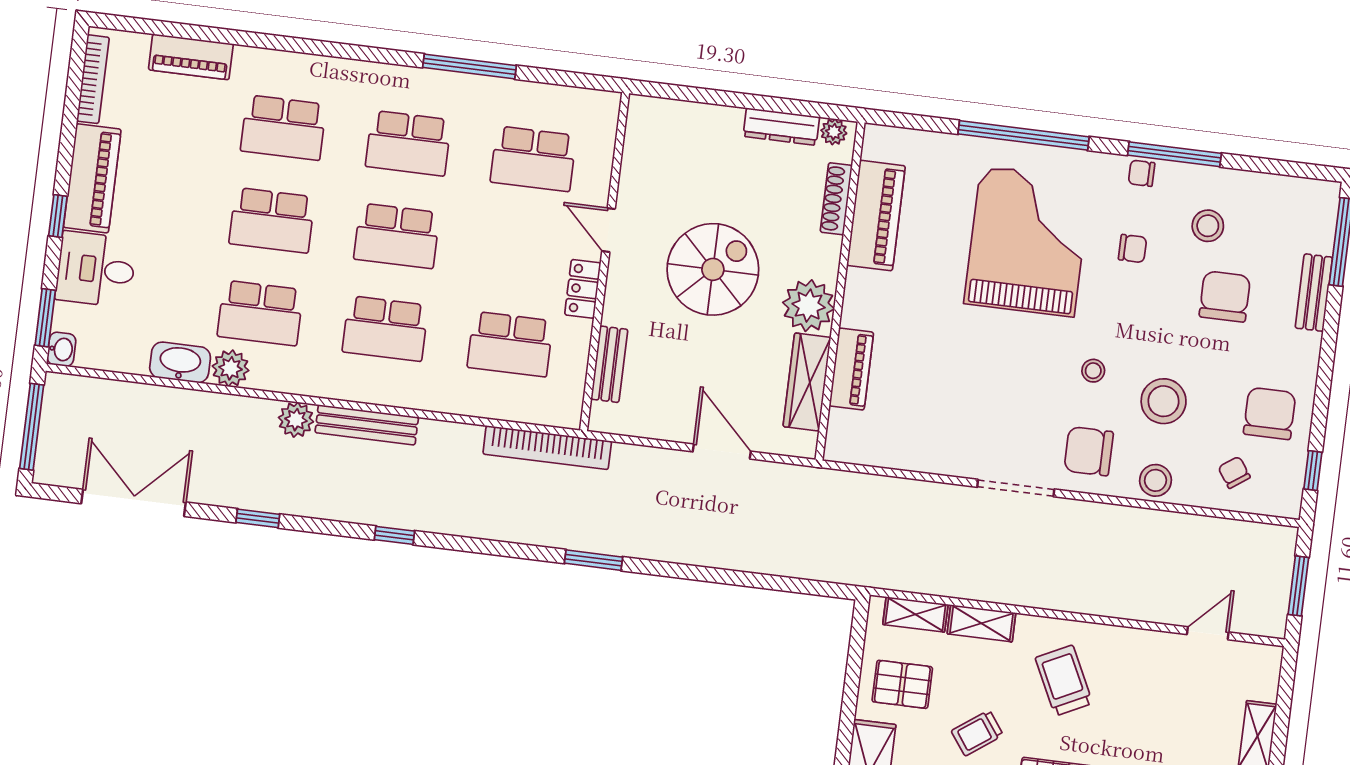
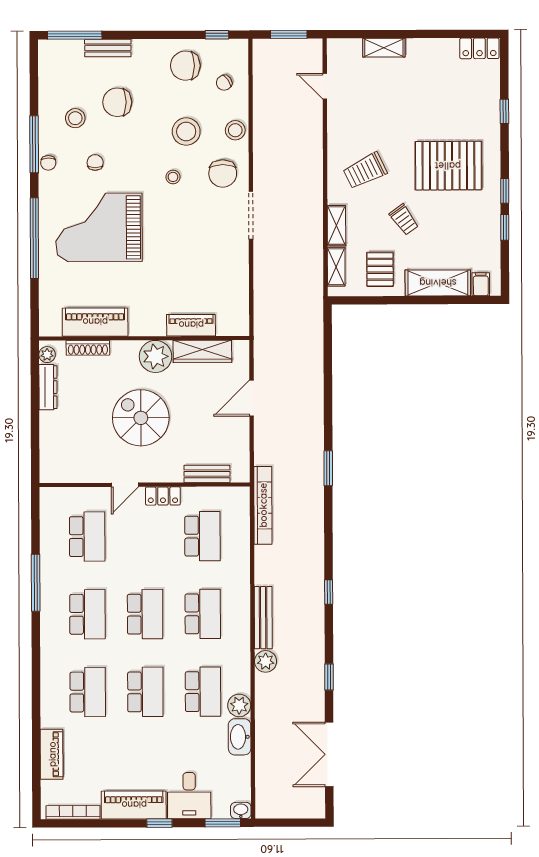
window: (32, 427) -> (291, 823), removed

